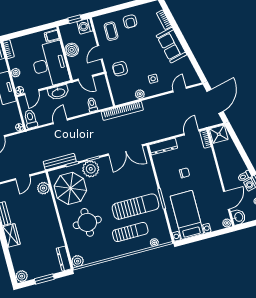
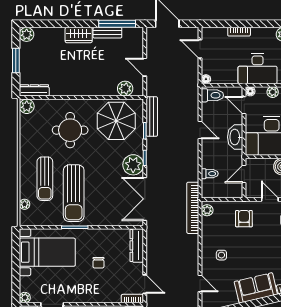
plant: (140, 94) -> (207, 210), moved
plant: (91, 169) -> (133, 165), moved

